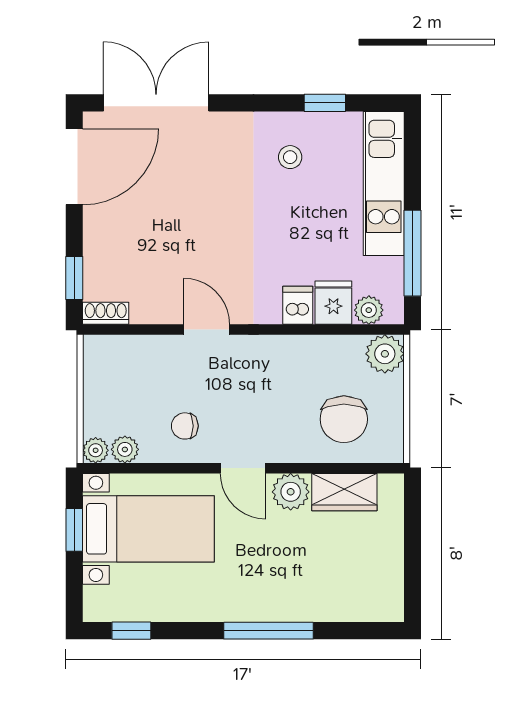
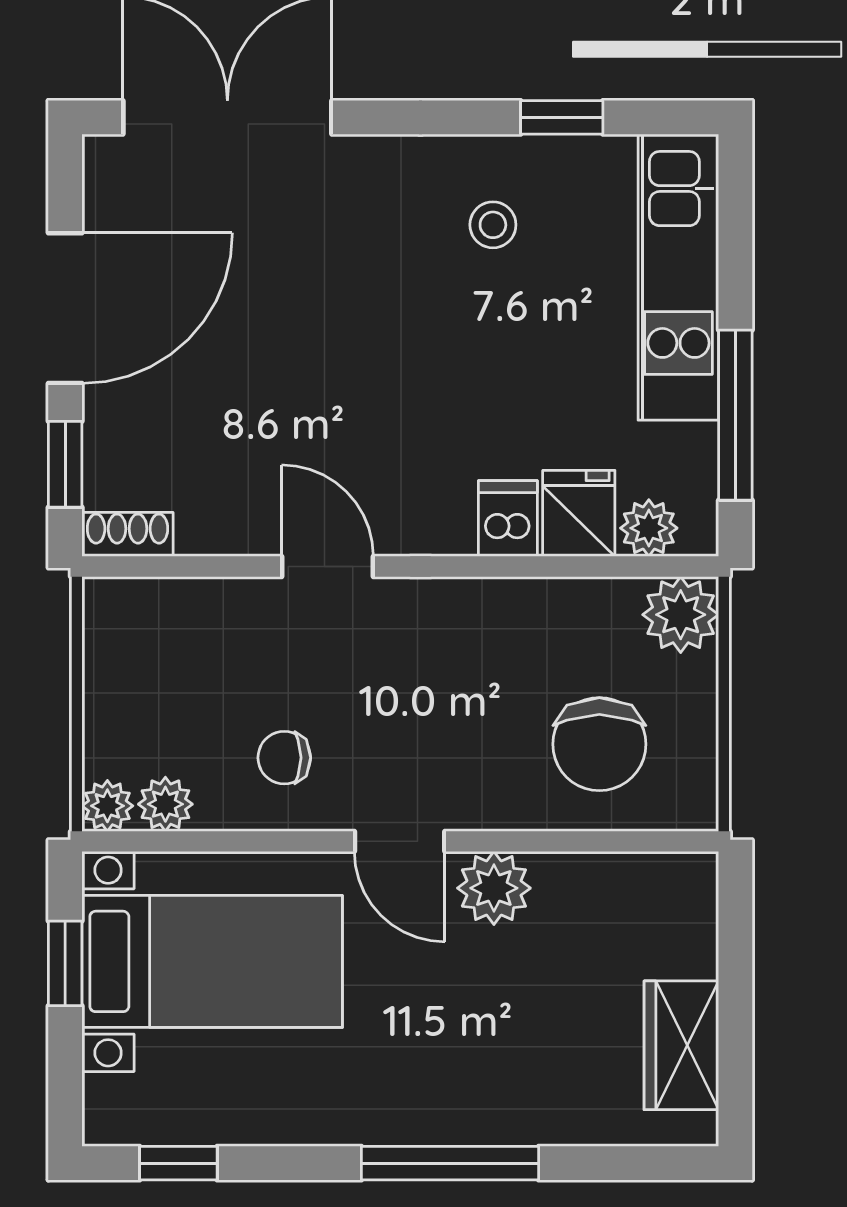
door: (74, 167) -> (65, 308), moved
wardrobe: (344, 492) -> (681, 1045), moved, turned 90

